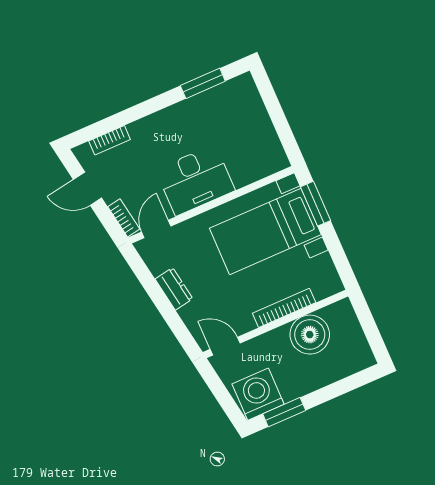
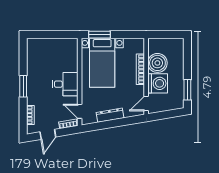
window: (203, 83) -> (23, 86), moved
desk: (195, 180) -> (65, 84), width x0.73
dresser: (174, 289) -> (110, 115), width x1.44
washing machine: (258, 394) -> (158, 83), moved, turned 180

